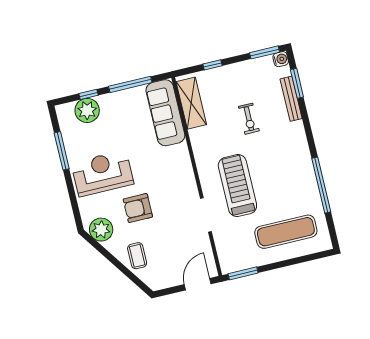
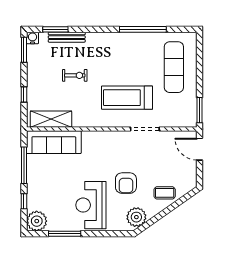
plant: (87, 110) -> (37, 221), moved

